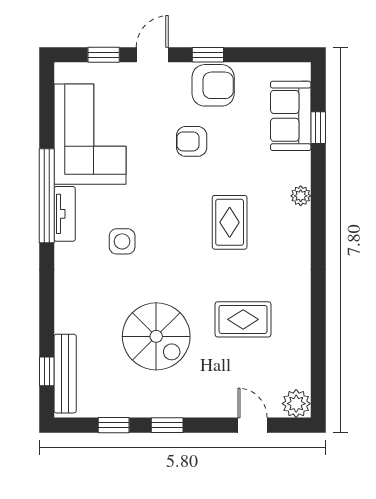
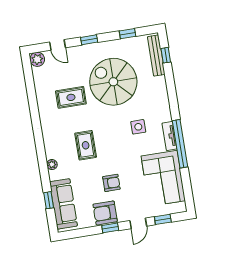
sofa: (291, 116) -> (63, 204), width x1.36
spiral stairs: (156, 336) -> (113, 82), width x1.37, depth x1.37
window: (167, 425) -> (89, 40), moved

